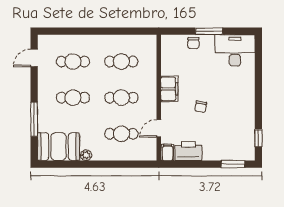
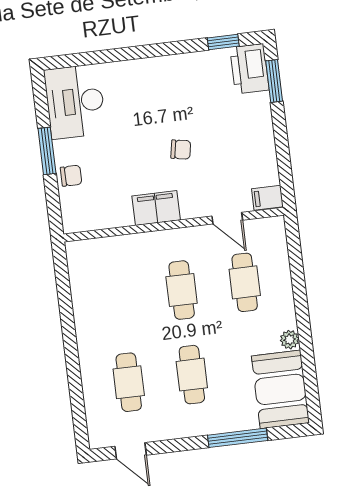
cafe table: (121, 62) -> (118, 298), removed
printer: (188, 151) -> (249, 69), moved

